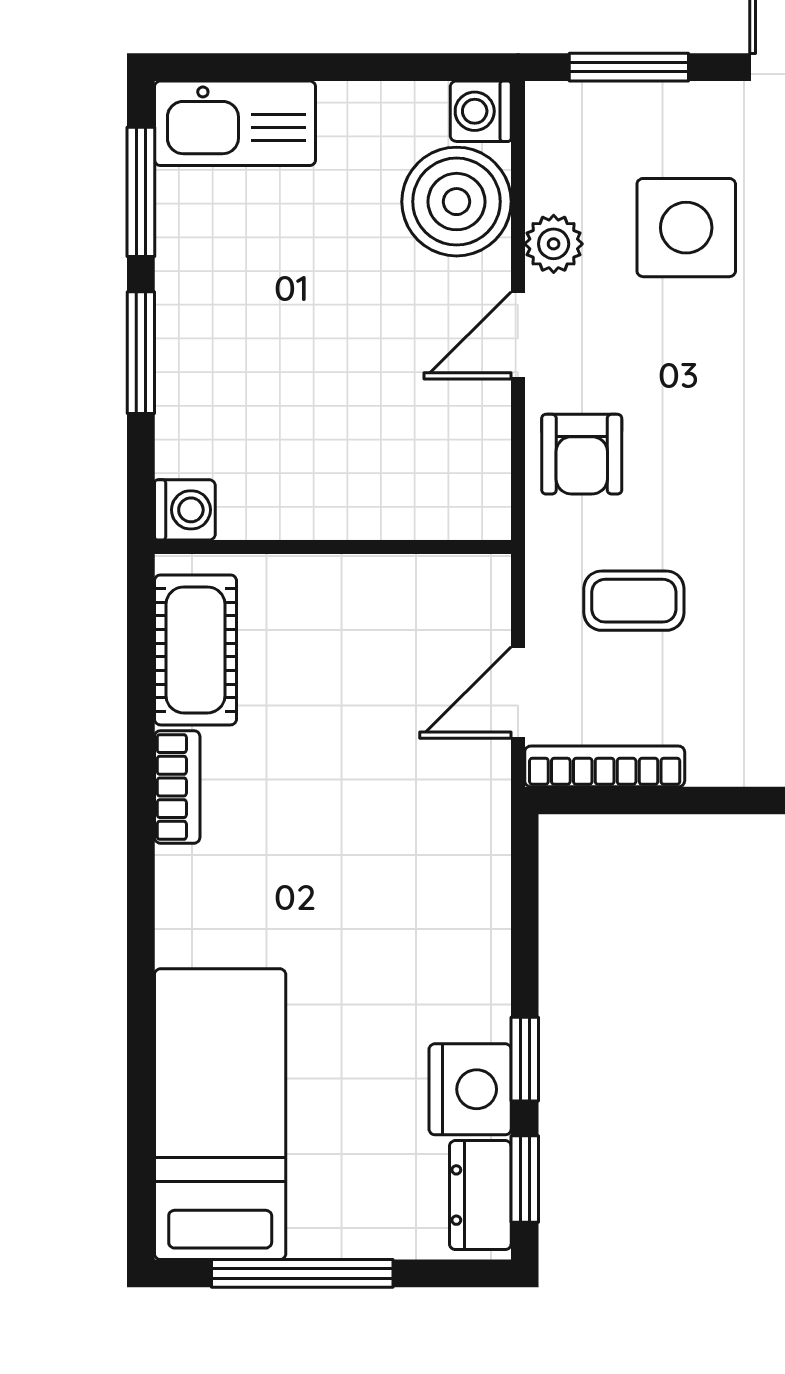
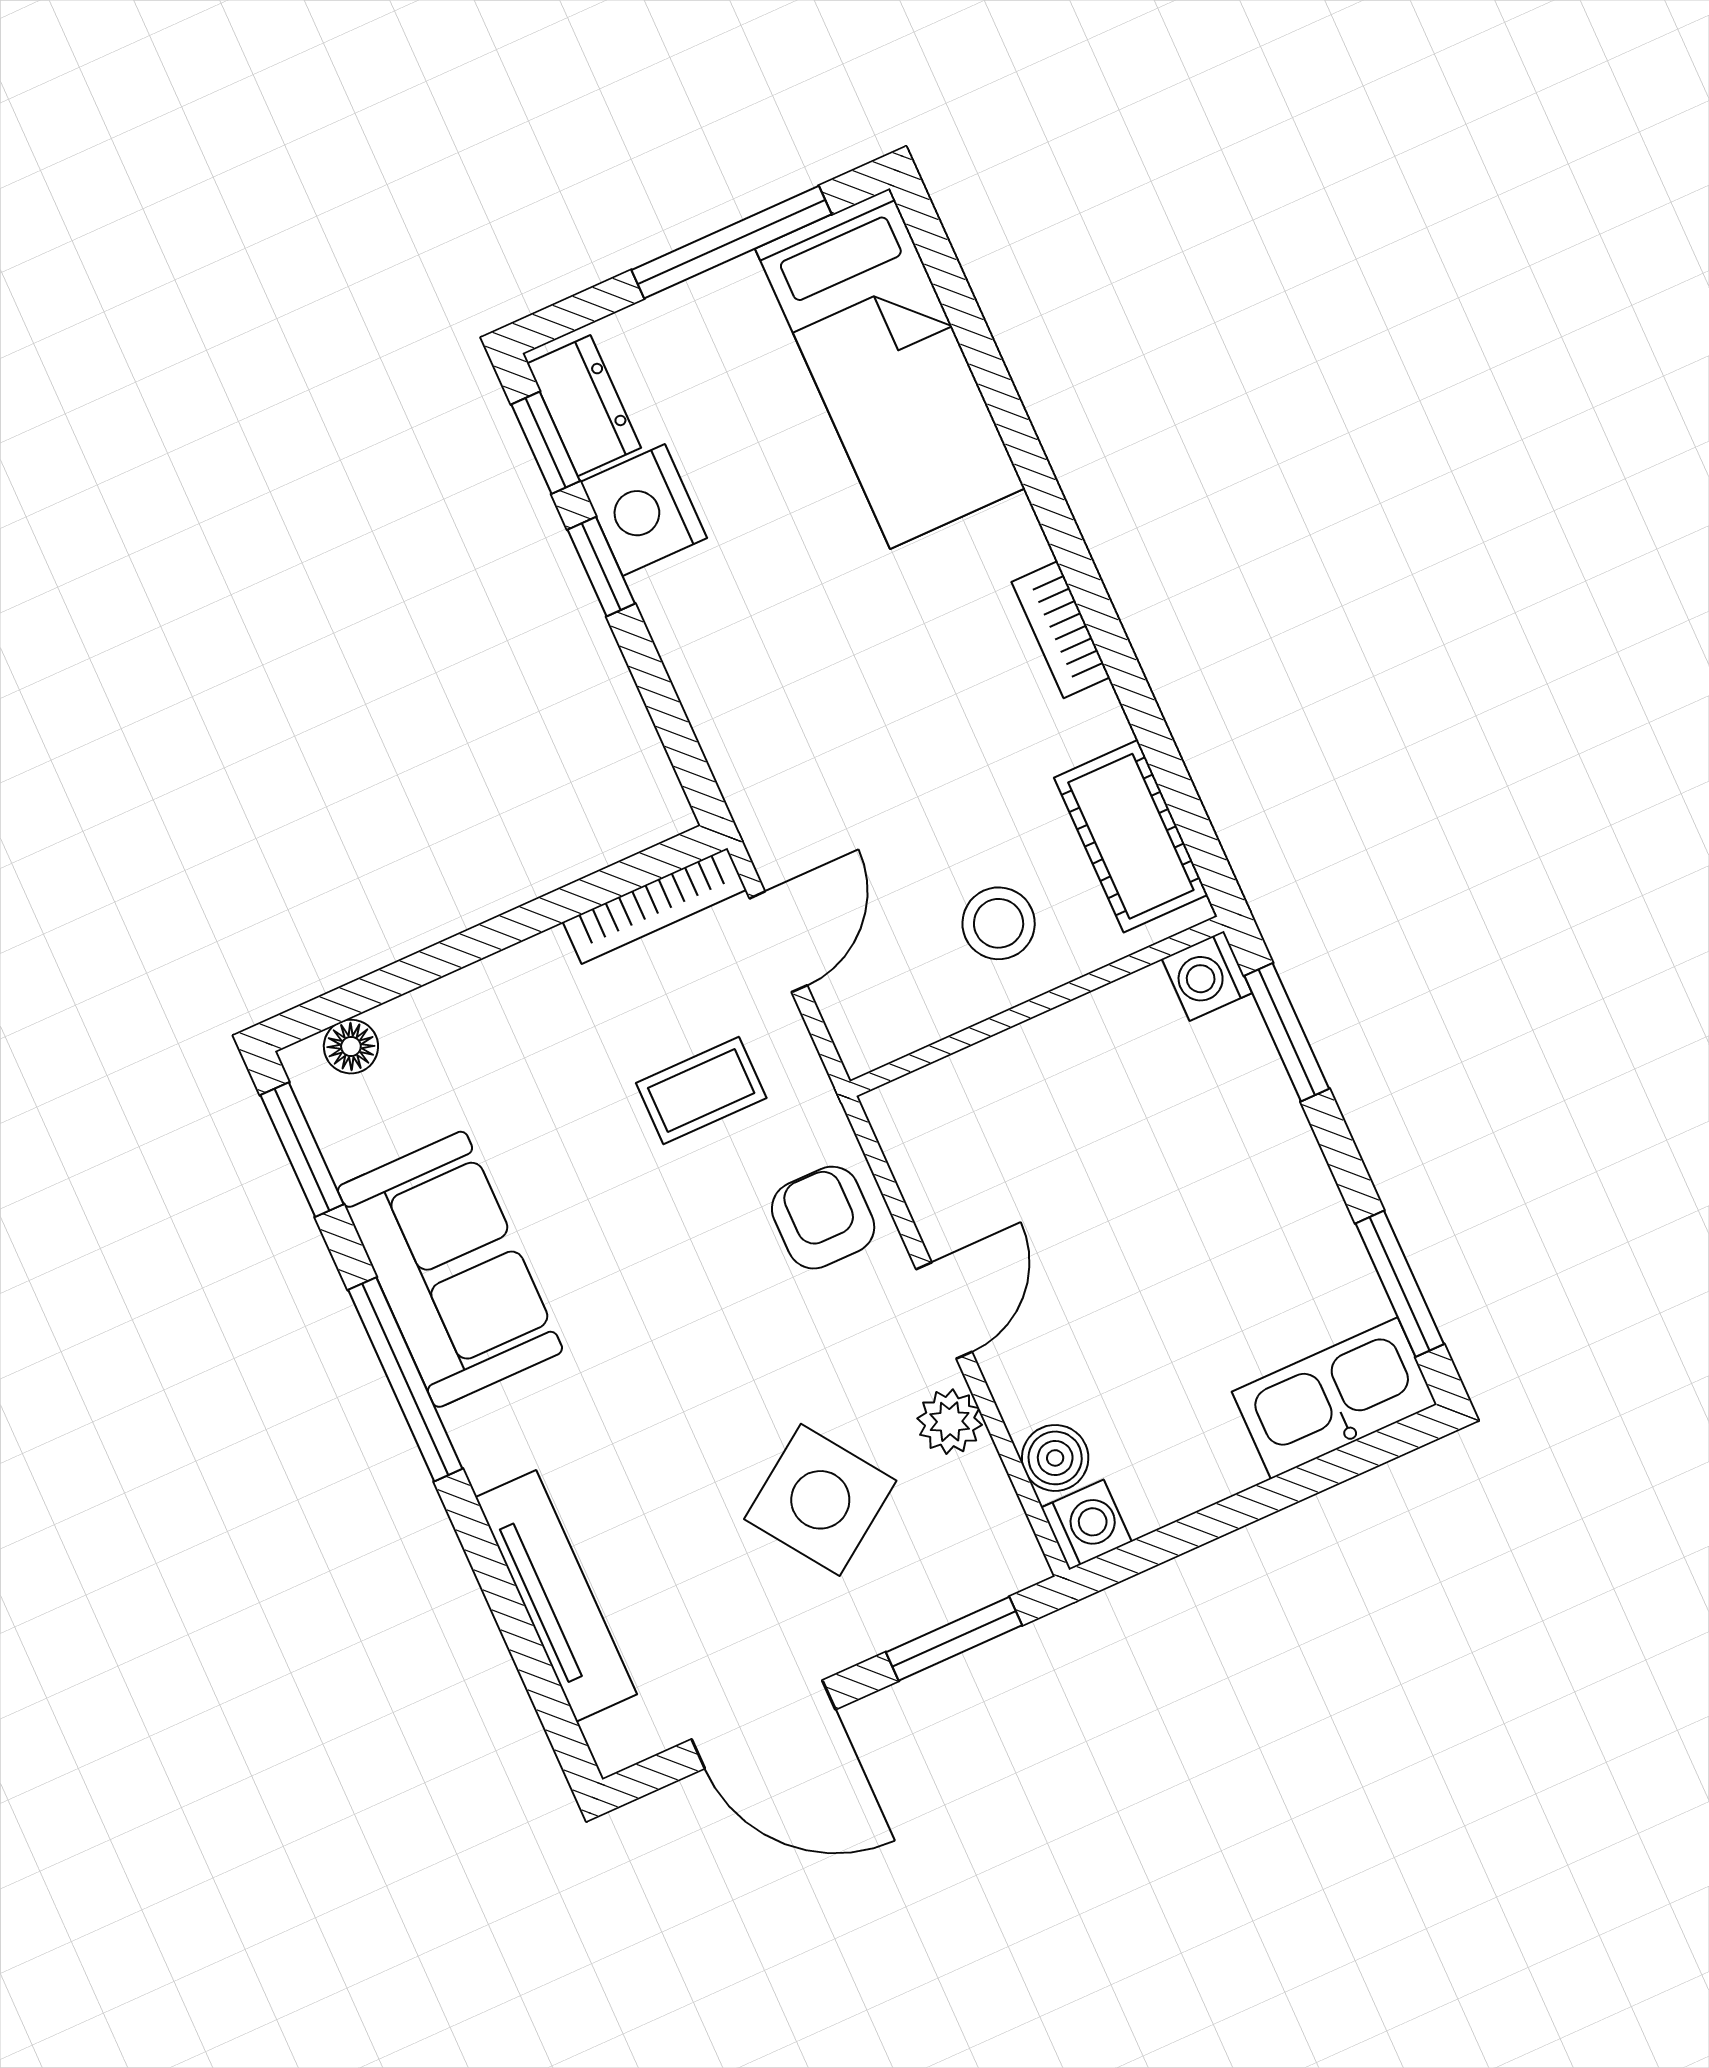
boiler: (457, 202) -> (1055, 1458), width x0.54, depth x0.54
side table: (686, 228) -> (820, 1500), turned -35
window: (141, 353) -> (1287, 1032), moved
stool: (334, 628) -> (999, 923), added
bookcase: (177, 787) -> (1061, 630), moved

